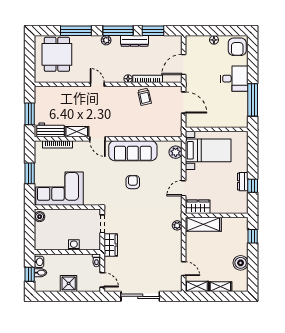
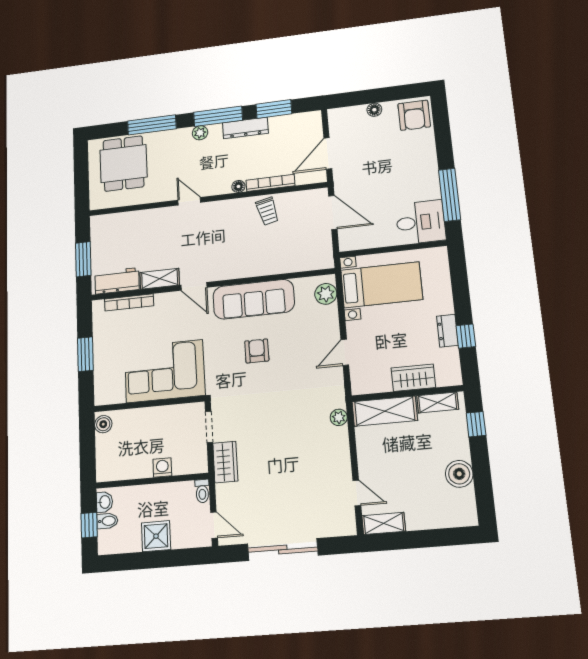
desk: (234, 79) -> (421, 222), moved
corner sofa: (60, 189) -> (165, 371), moved
wardrobe: (198, 207) -> (413, 378), moved
shelving: (220, 287) -> (438, 402), moved

